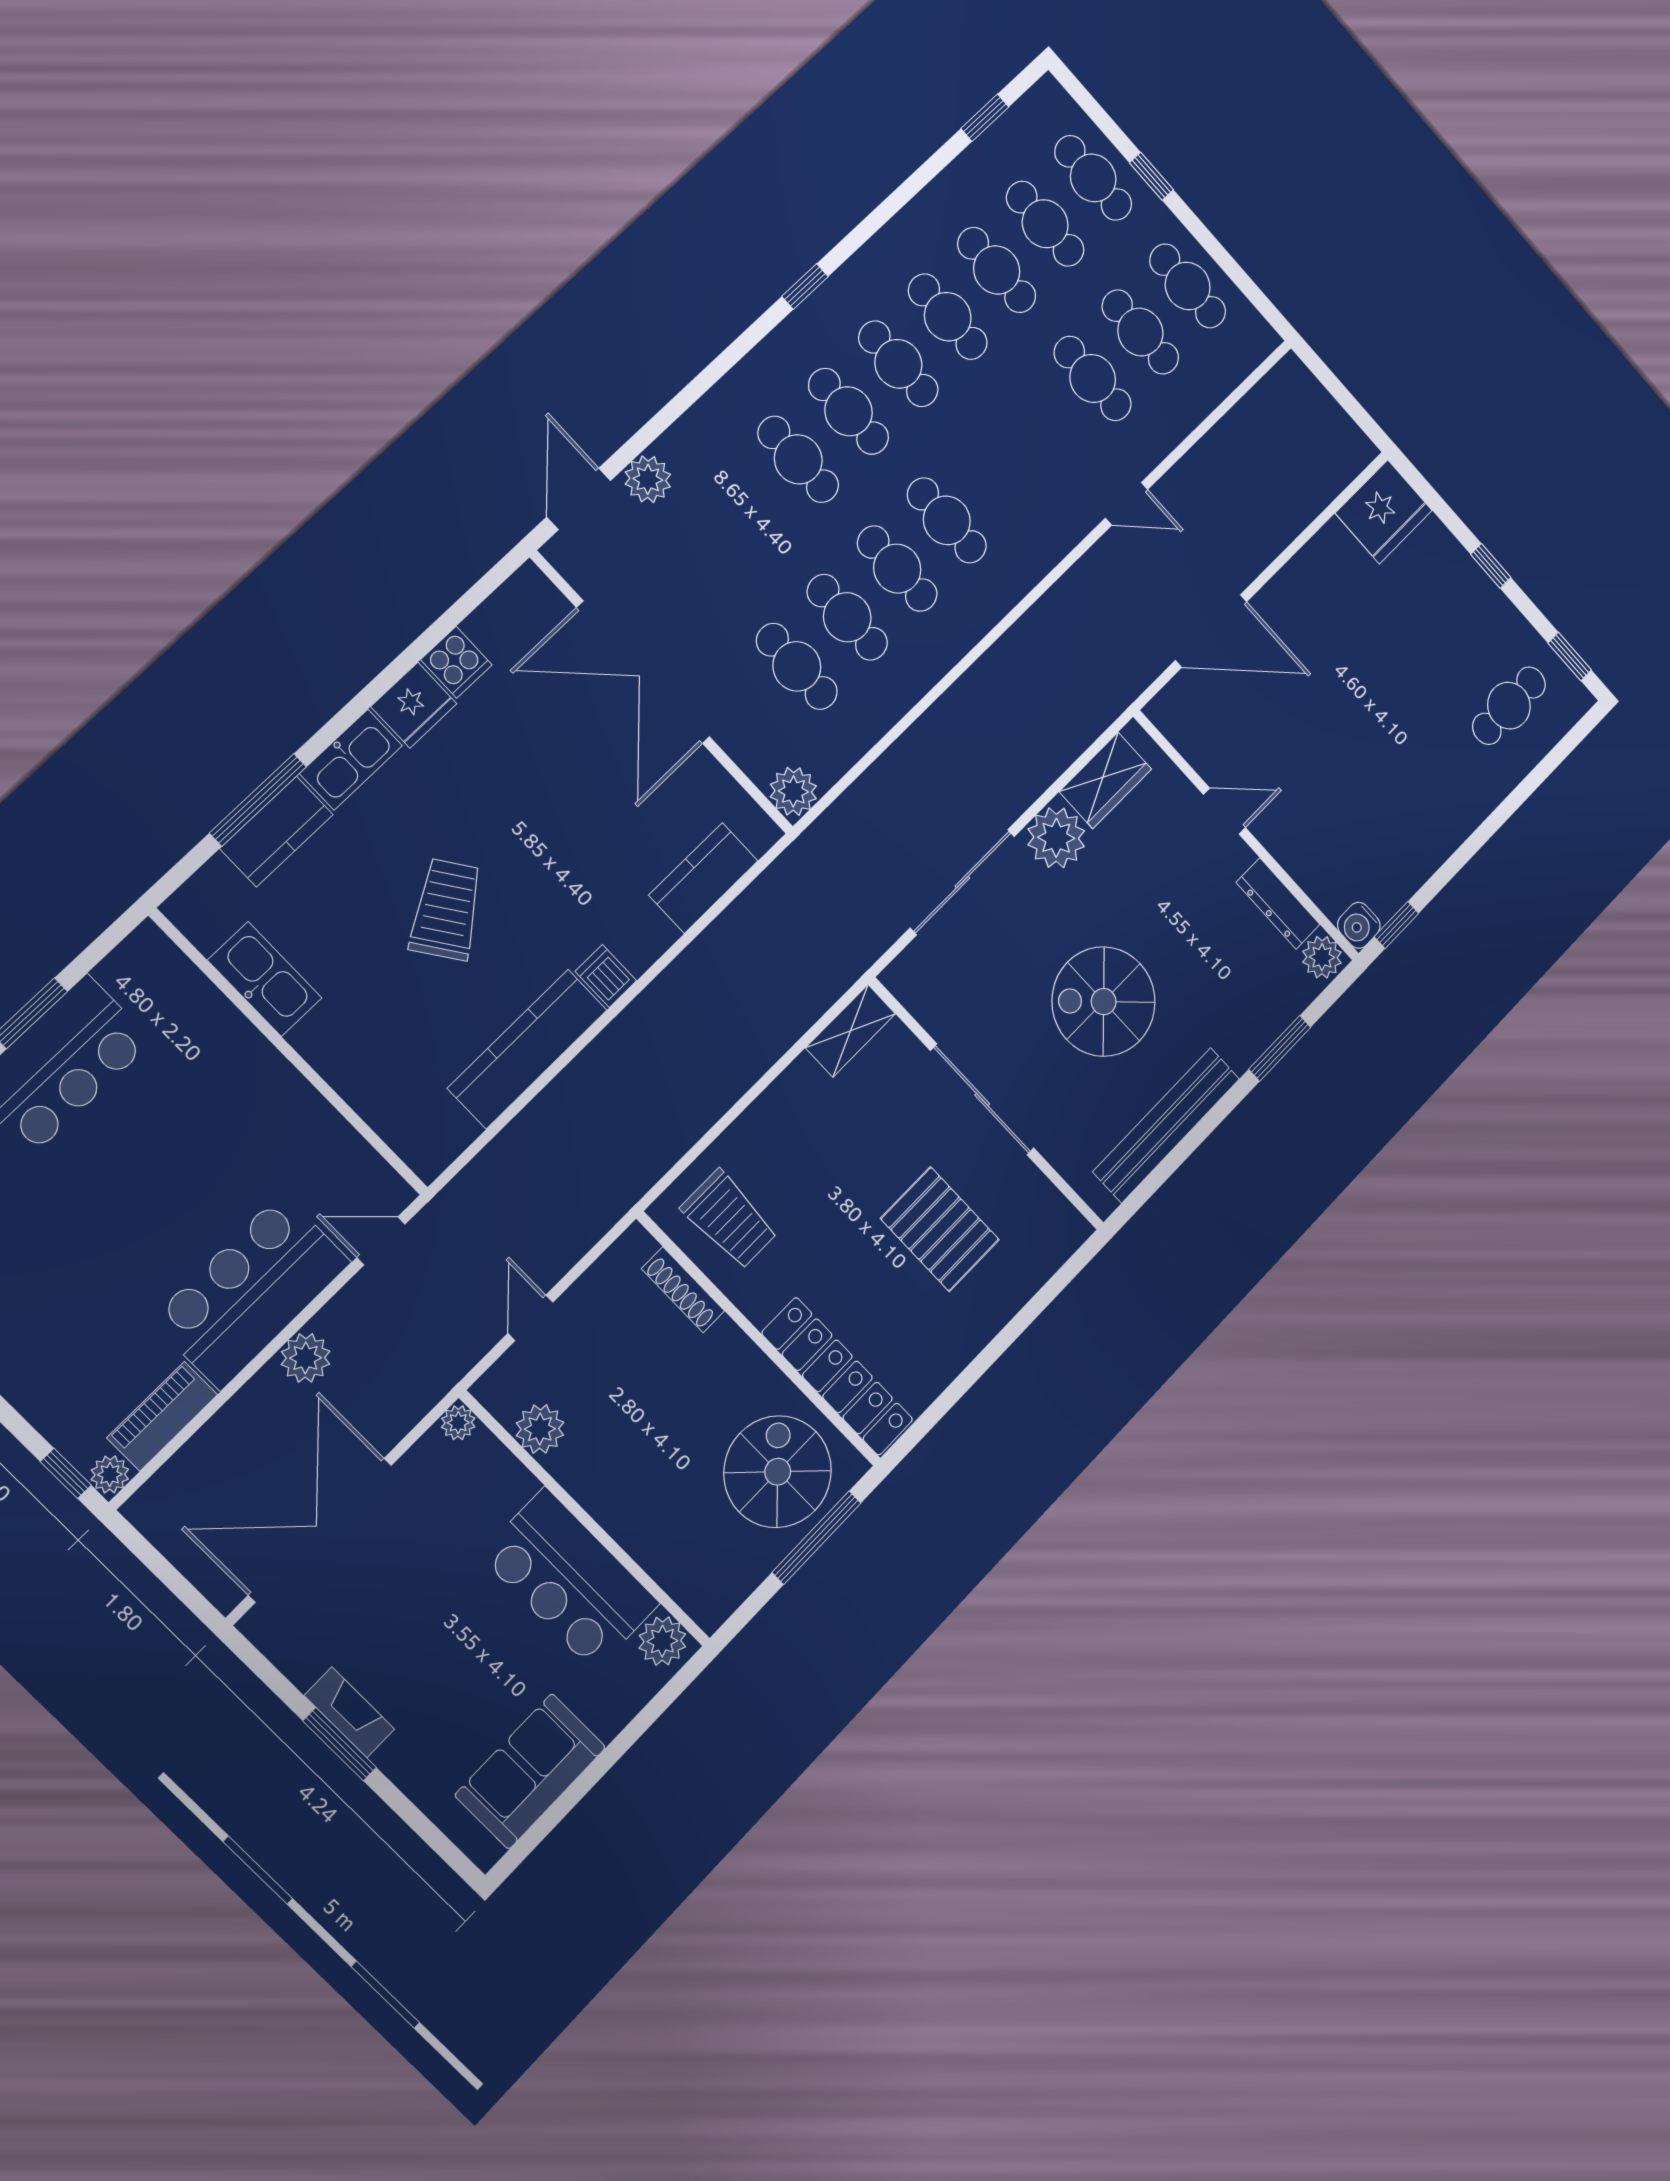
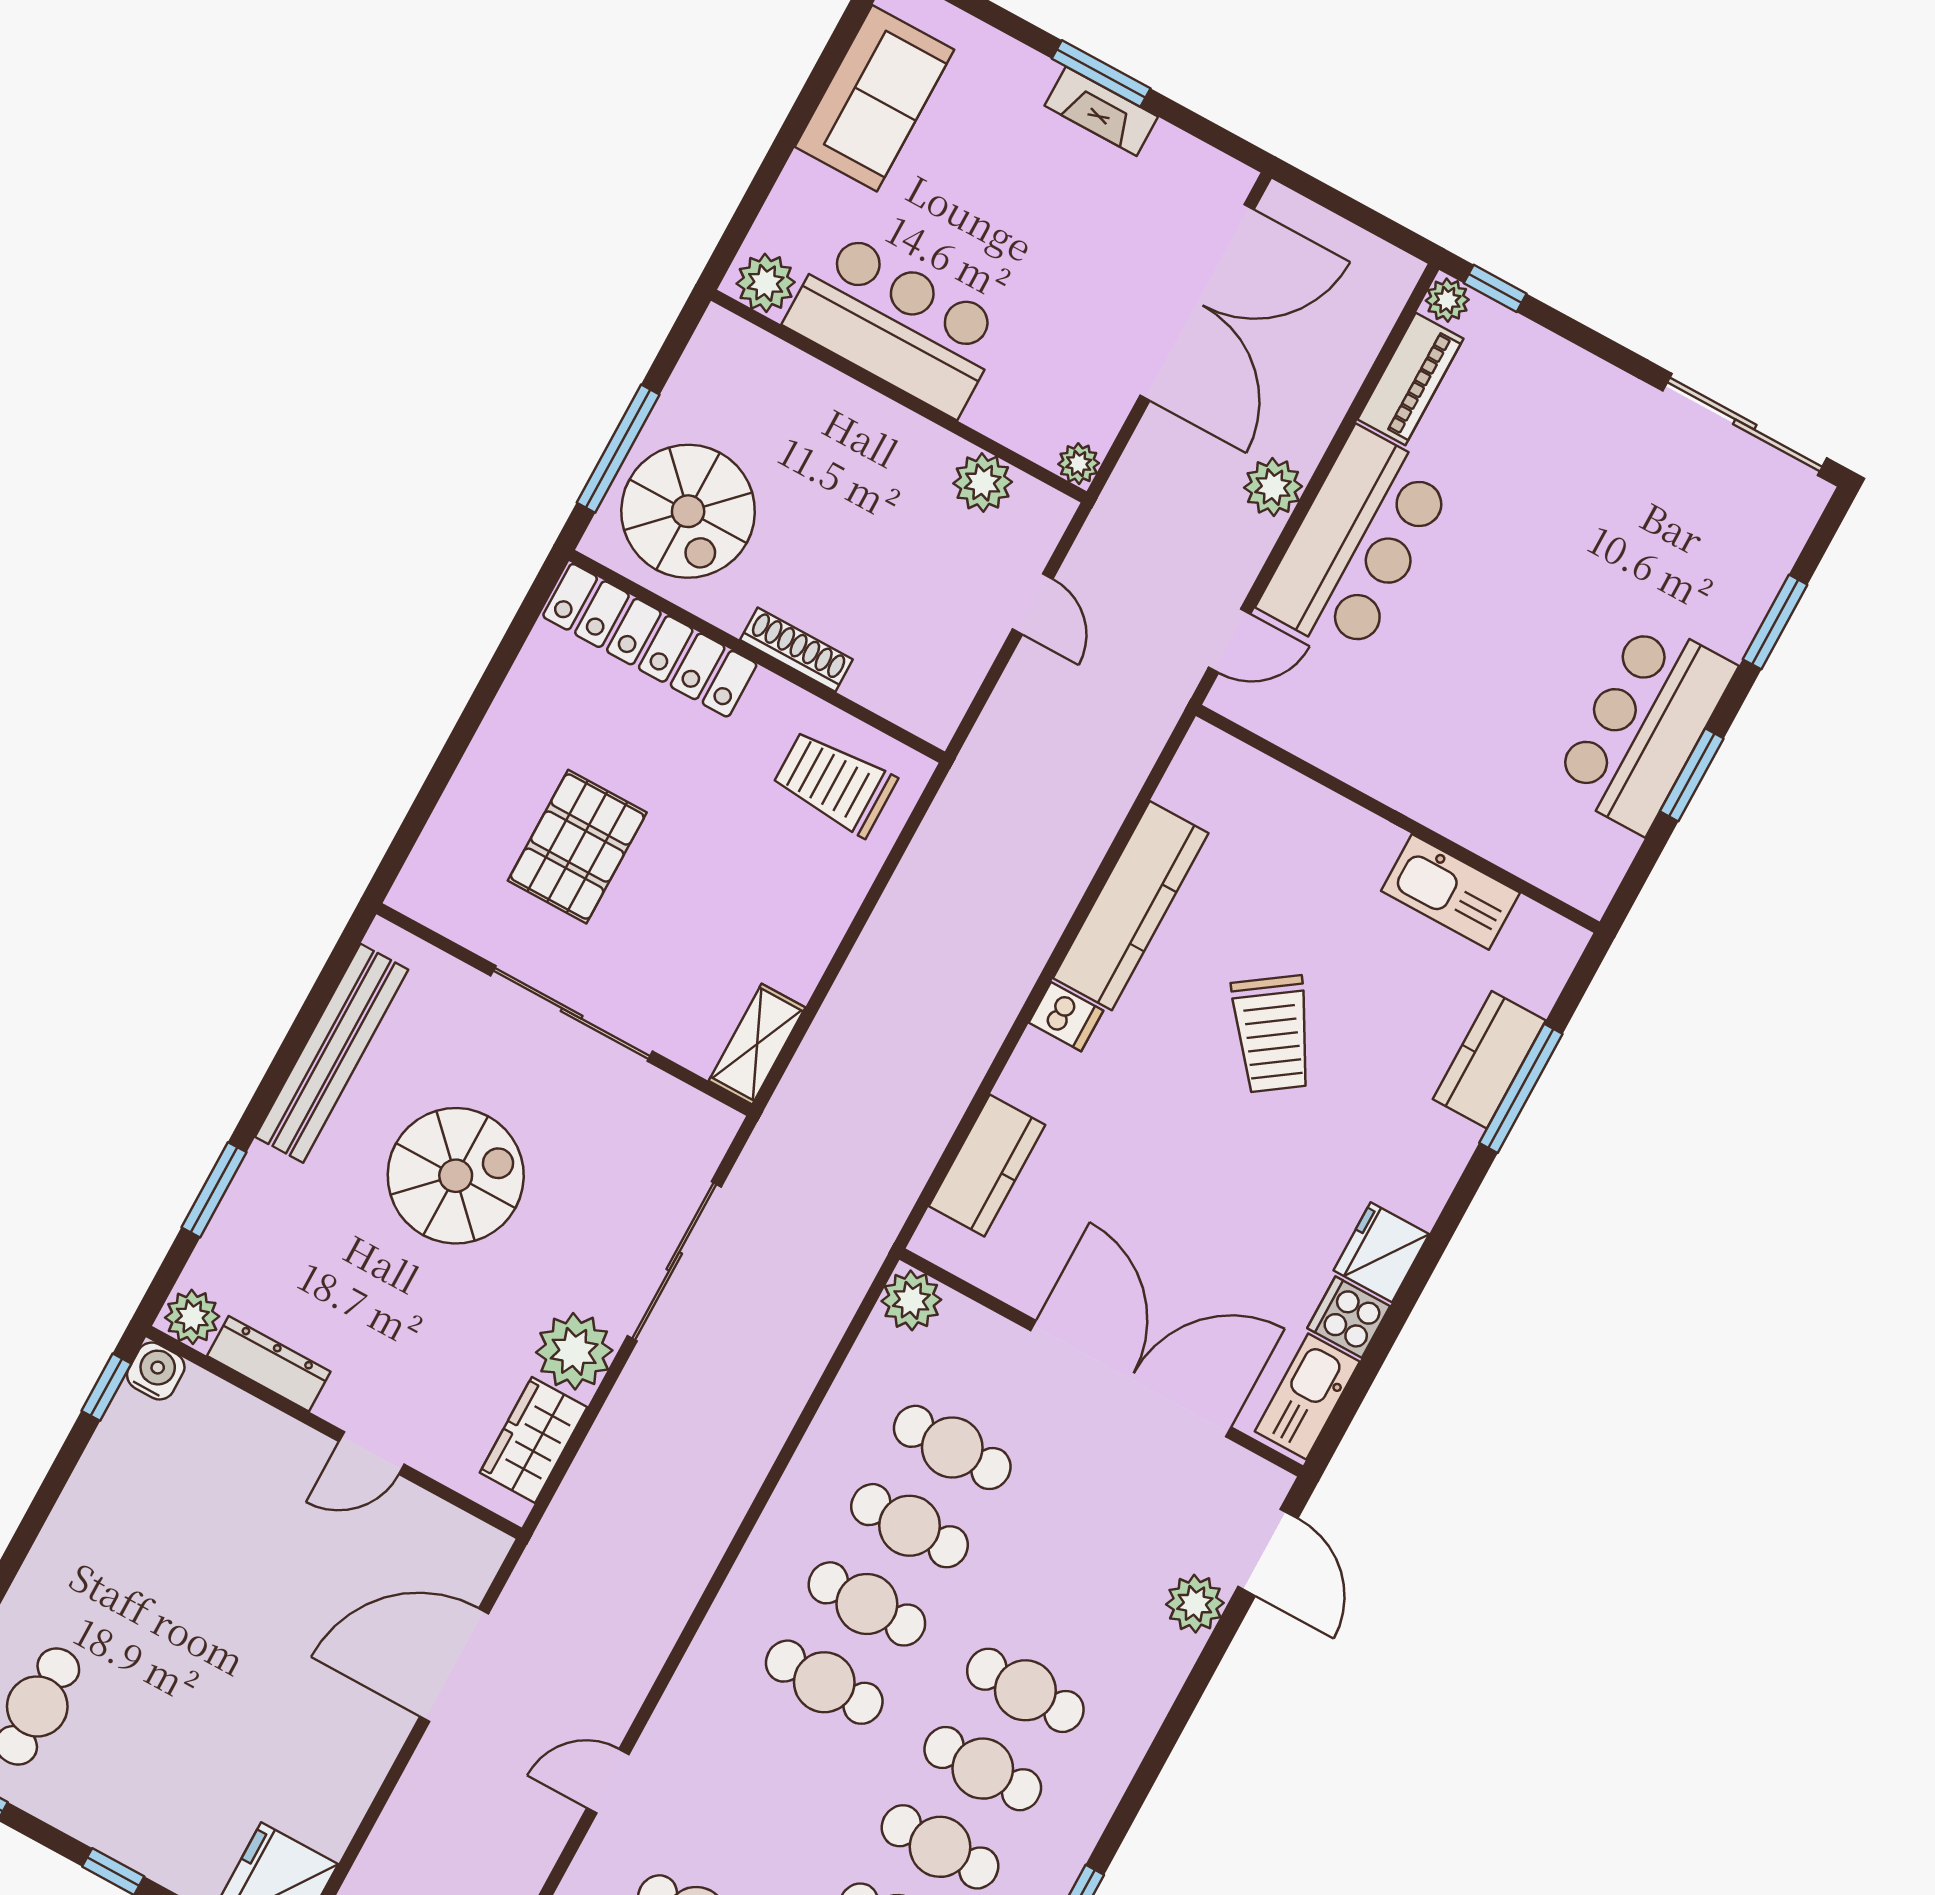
kitchen sink: (351, 760) -> (1307, 1397), moved
pallet: (940, 1229) -> (577, 847), turned 90
shoe rack: (683, 1290) -> (796, 650), moved

